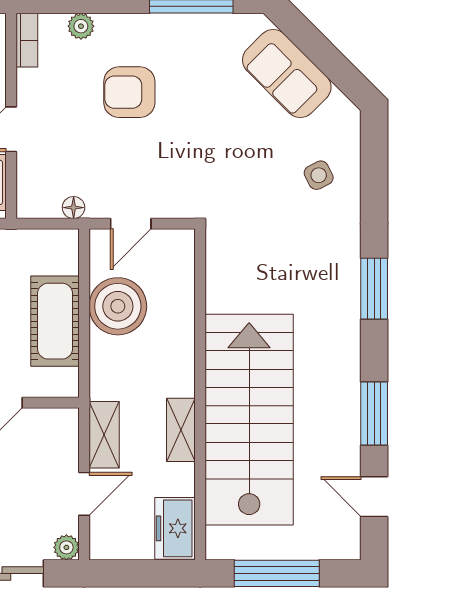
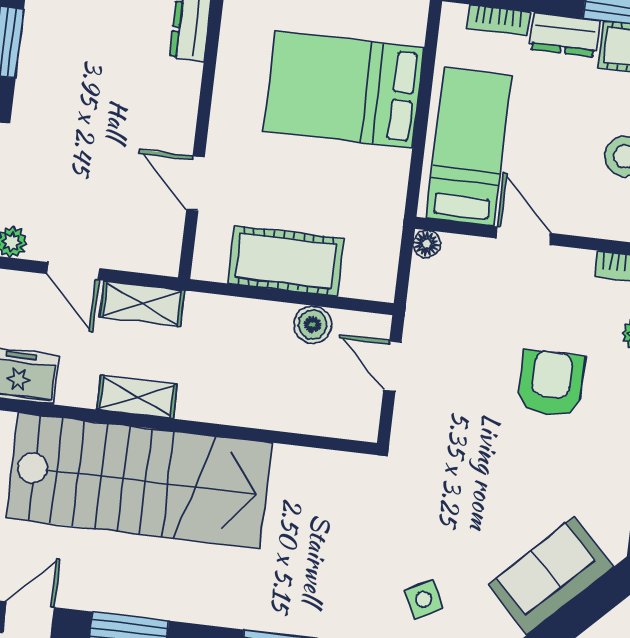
floor lamp: (74, 208) -> (427, 244), moved
boiler: (118, 306) -> (313, 325), width x0.54, depth x0.54

